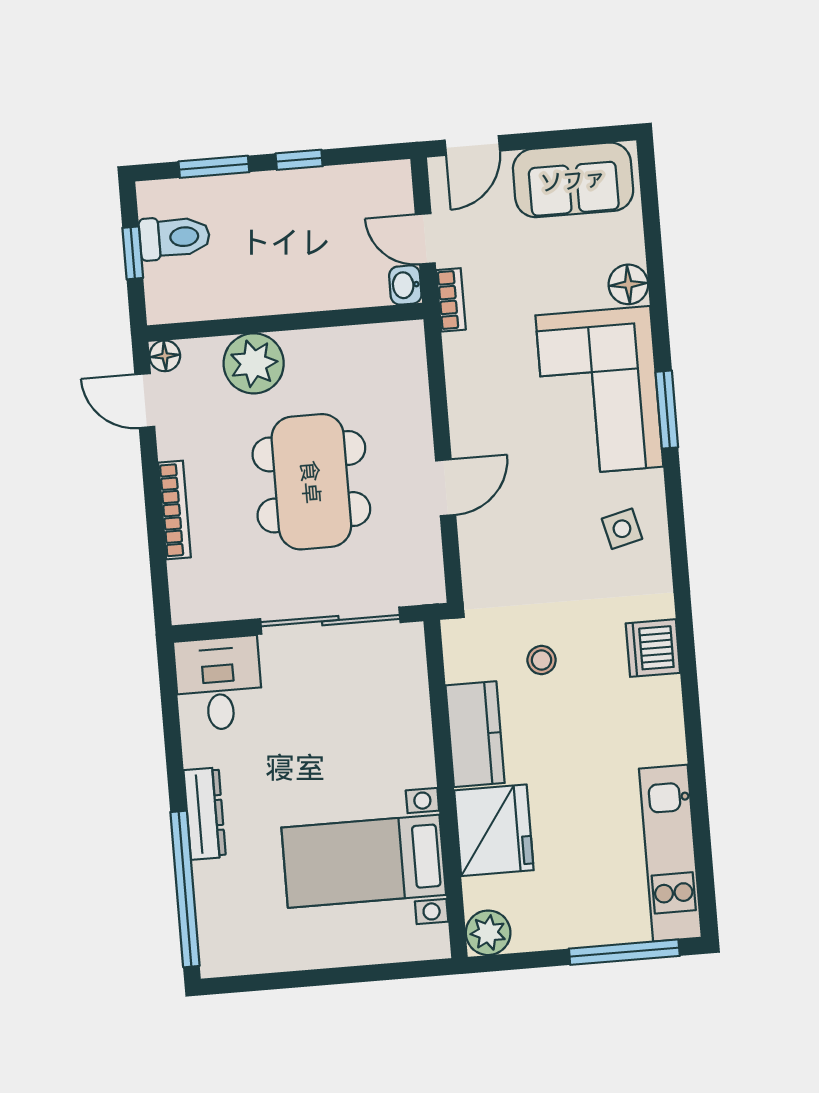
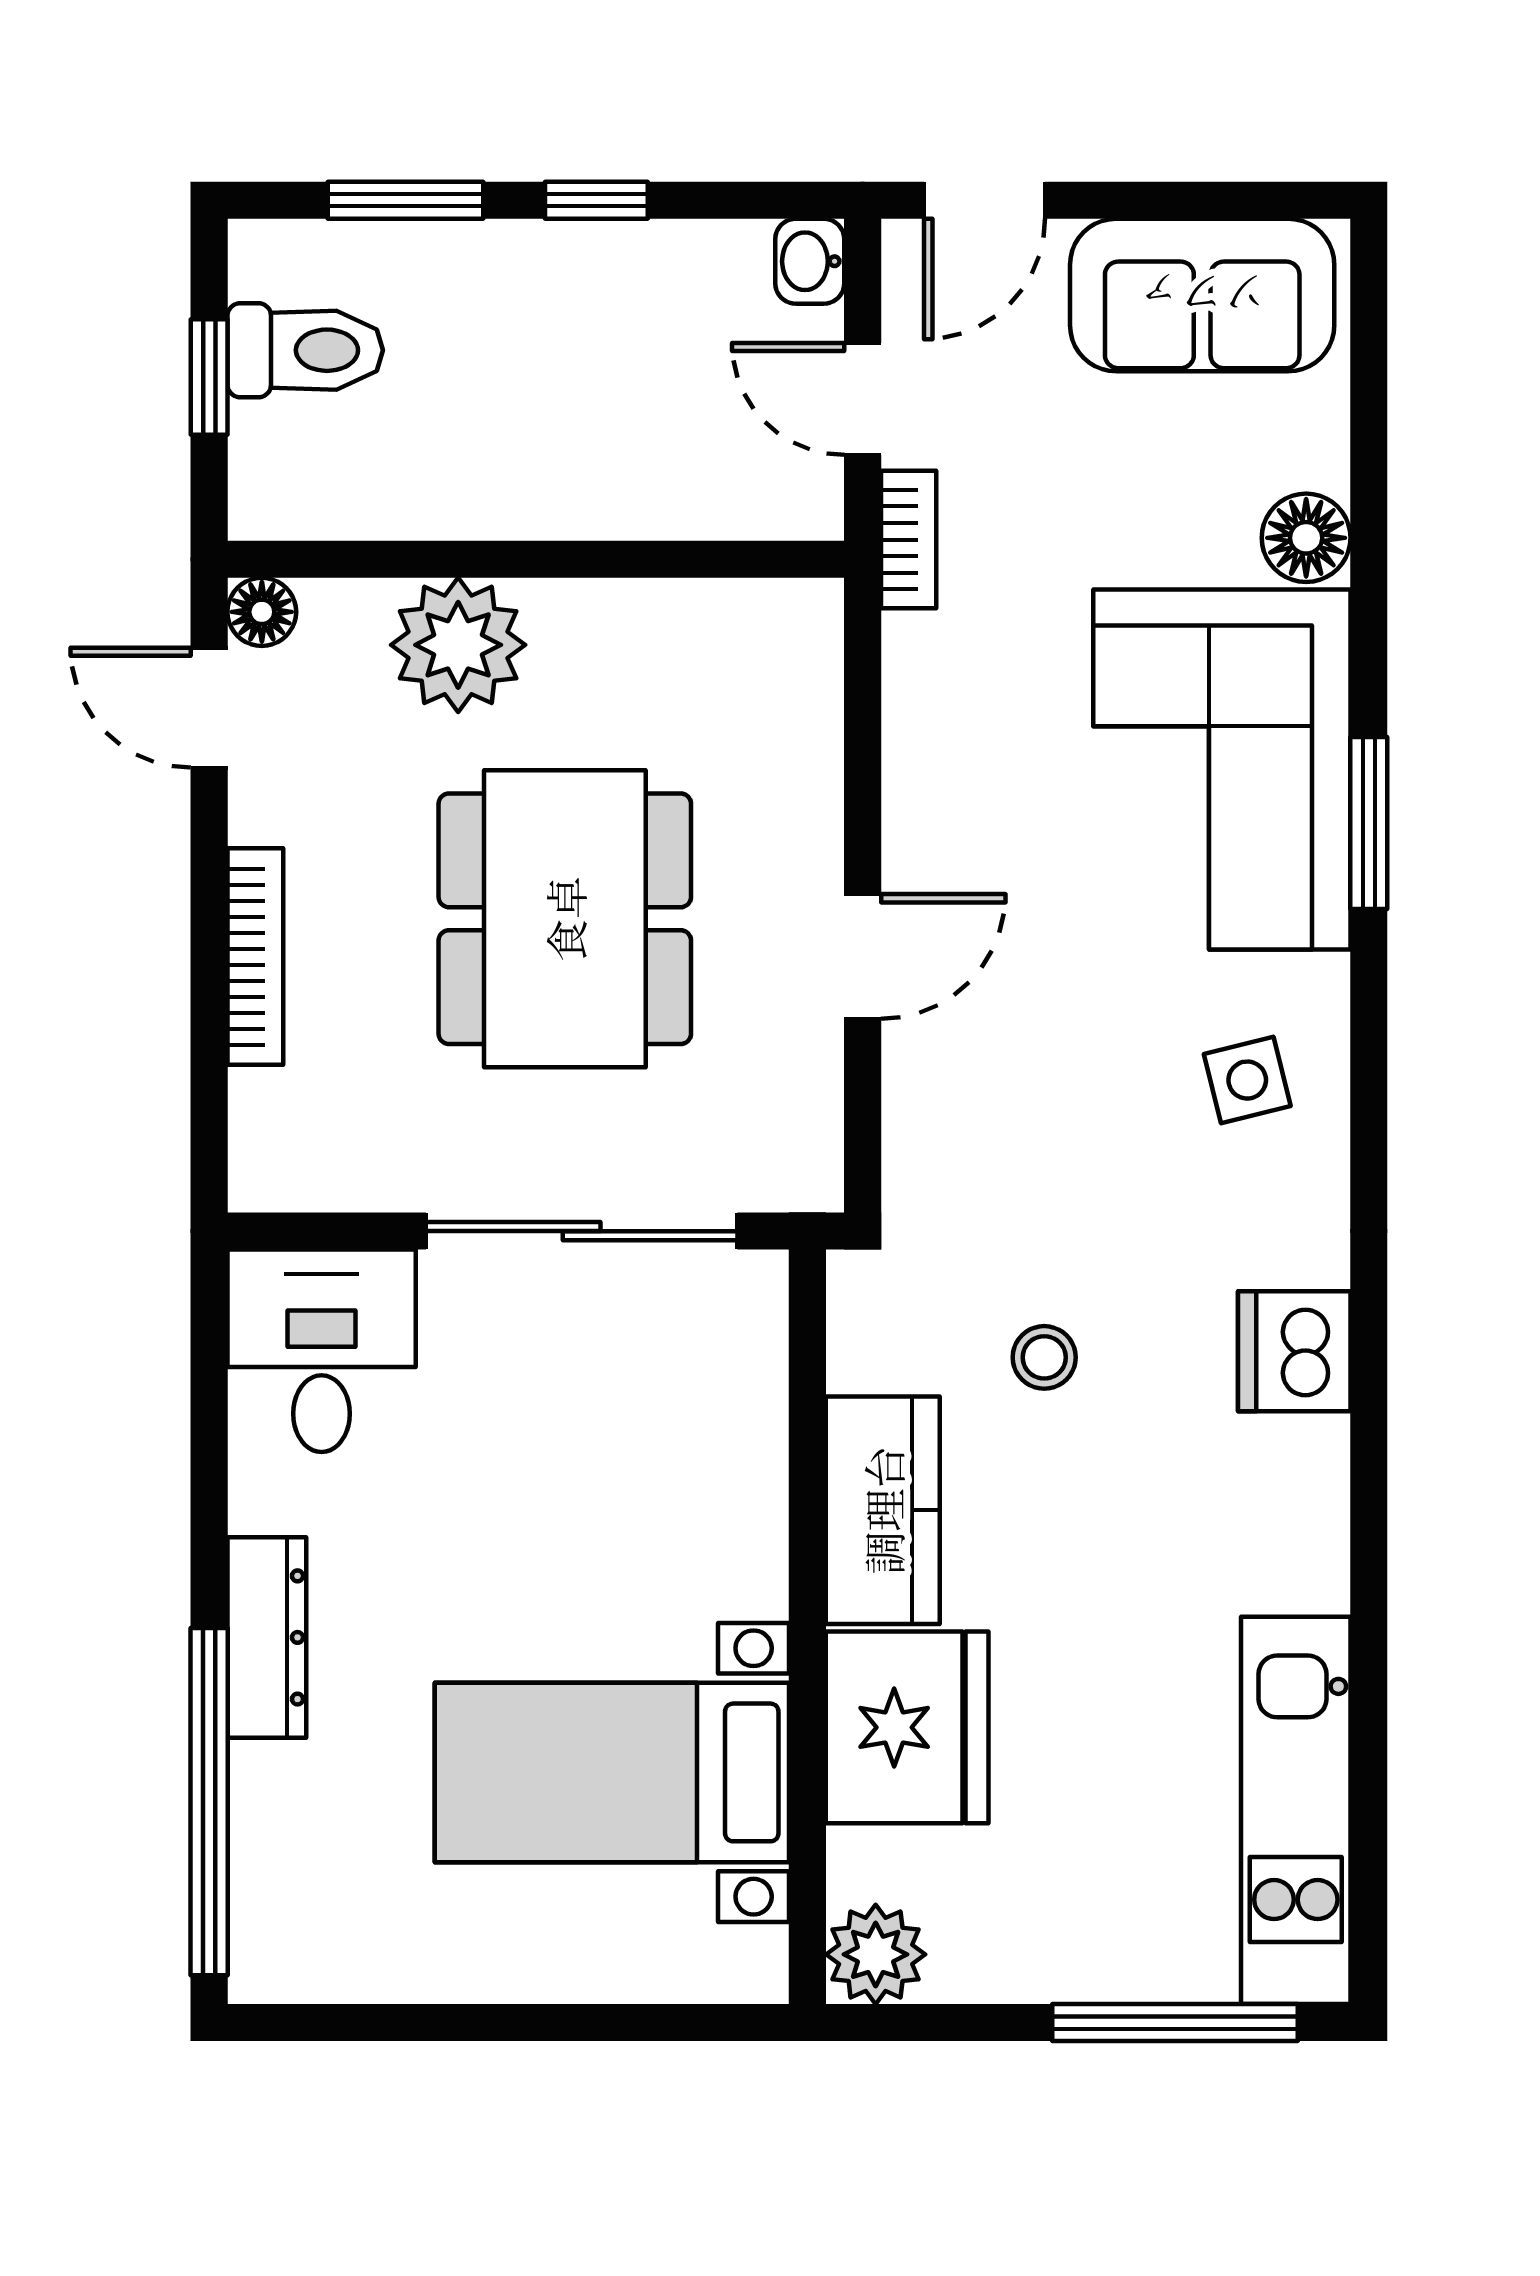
washbasin: (405, 285) -> (810, 261), moved

